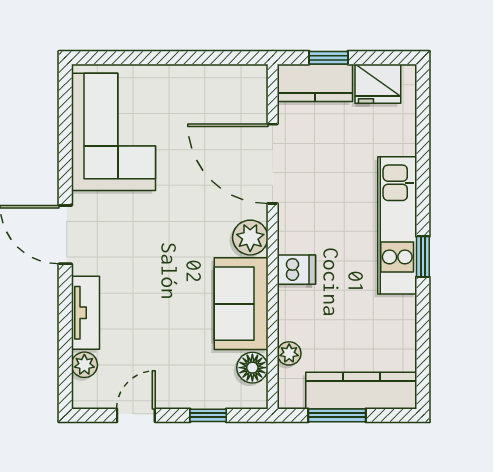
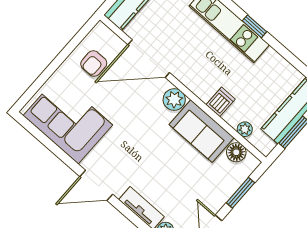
armchair: (209, 103) -> (94, 63), added
dishwasher: (296, 270) -> (221, 102), moved
window: (208, 415) -> (240, 193), width x1.50

